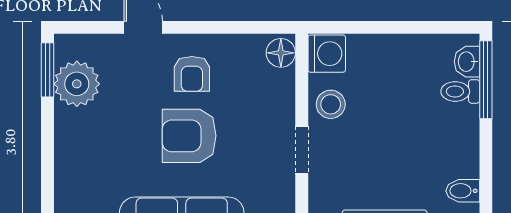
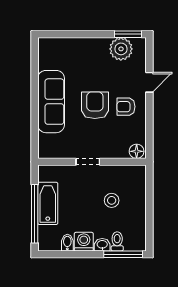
washing machine: (327, 54) -> (84, 242), moved, turned 180
washbasin: (467, 62) -> (102, 245), moved
stool: (331, 104) -> (112, 200), moved

